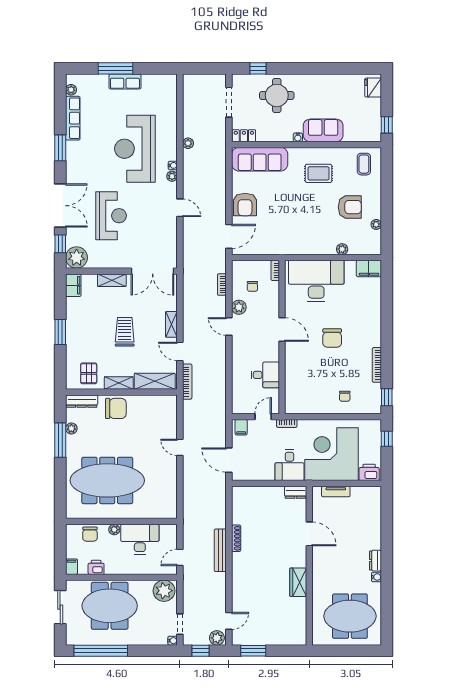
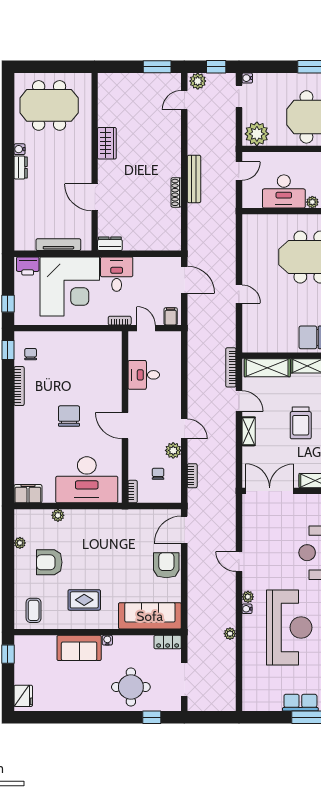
chair: (345, 396) -> (31, 354), moved
door: (263, 417) -> (146, 328), swing flipped
tv unit: (336, 491) -> (58, 245), width x1.41

